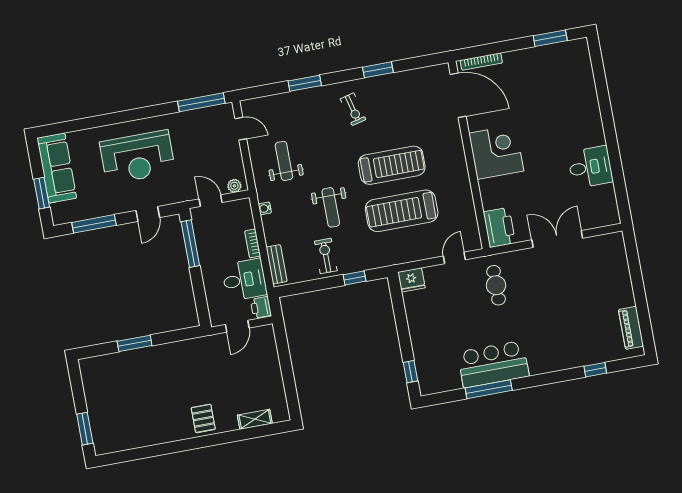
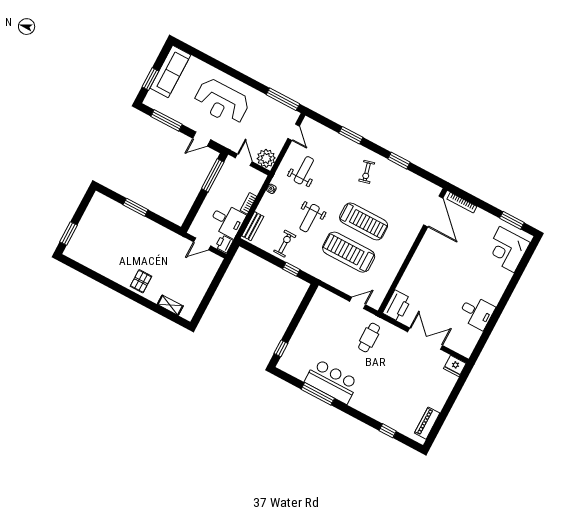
corner desk: (496, 152) -> (507, 250), moved, turned 180
plant: (234, 186) -> (266, 158), width x1.88, depth x1.88
fridge: (411, 280) -> (455, 366), moved

